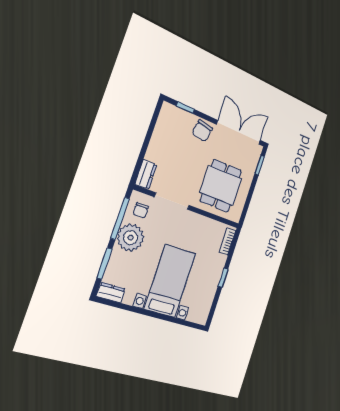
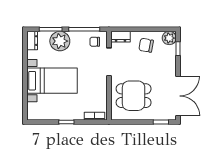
plant: (169, 113) -> (169, 38), added
chair: (202, 131) -> (146, 45), moved
plant: (130, 238) -> (60, 41), moved

